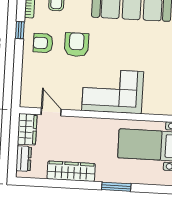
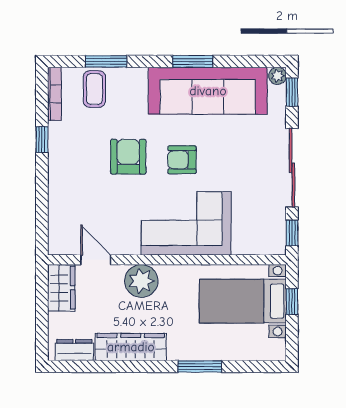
armchair: (43, 43) -> (182, 160), moved
plant: (81, 128) -> (141, 281), added
dresser: (24, 159) -> (74, 350), moved, turned -90

